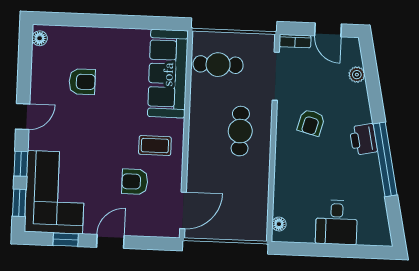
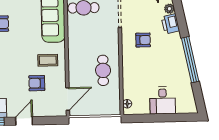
armchair: (311, 123) -> (143, 40), turned -105
cafe table: (240, 131) -> (103, 70), moved
printer: (363, 139) -> (170, 24), moved

